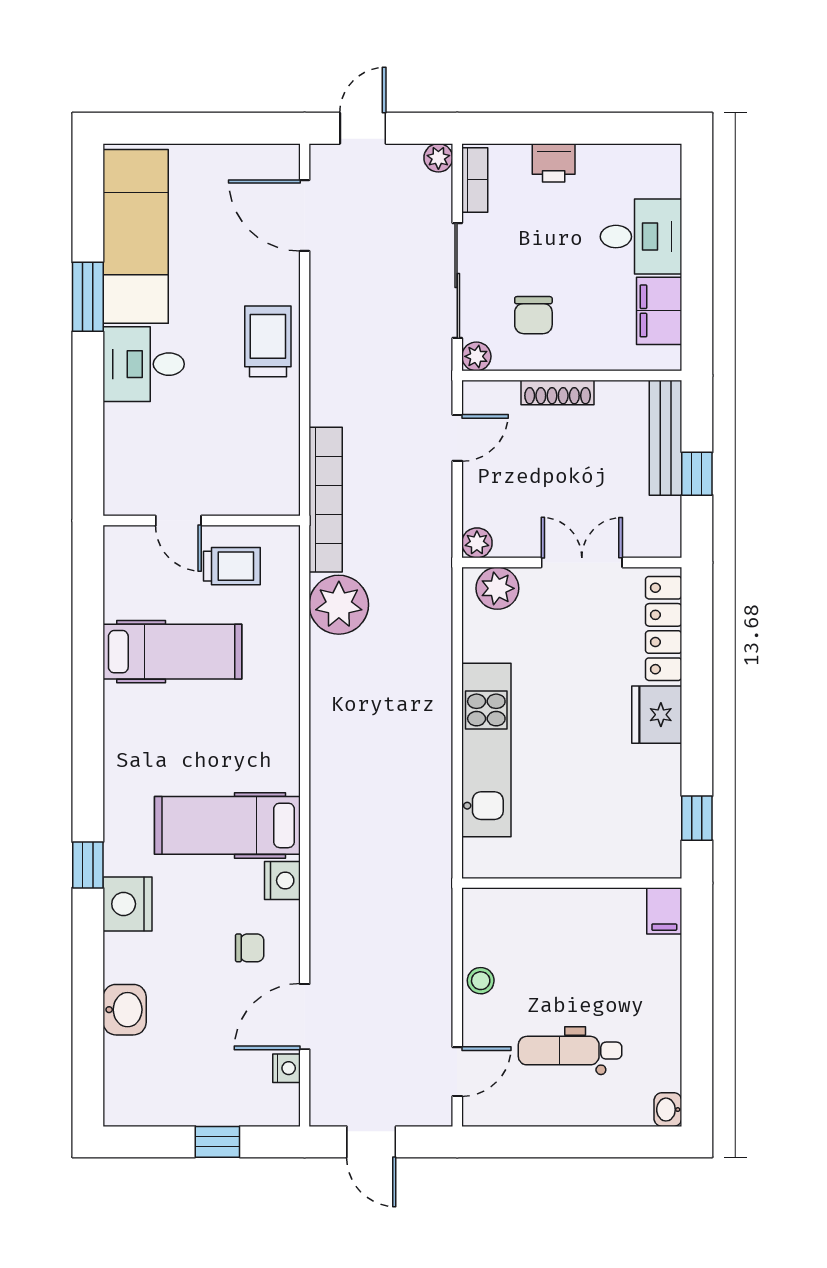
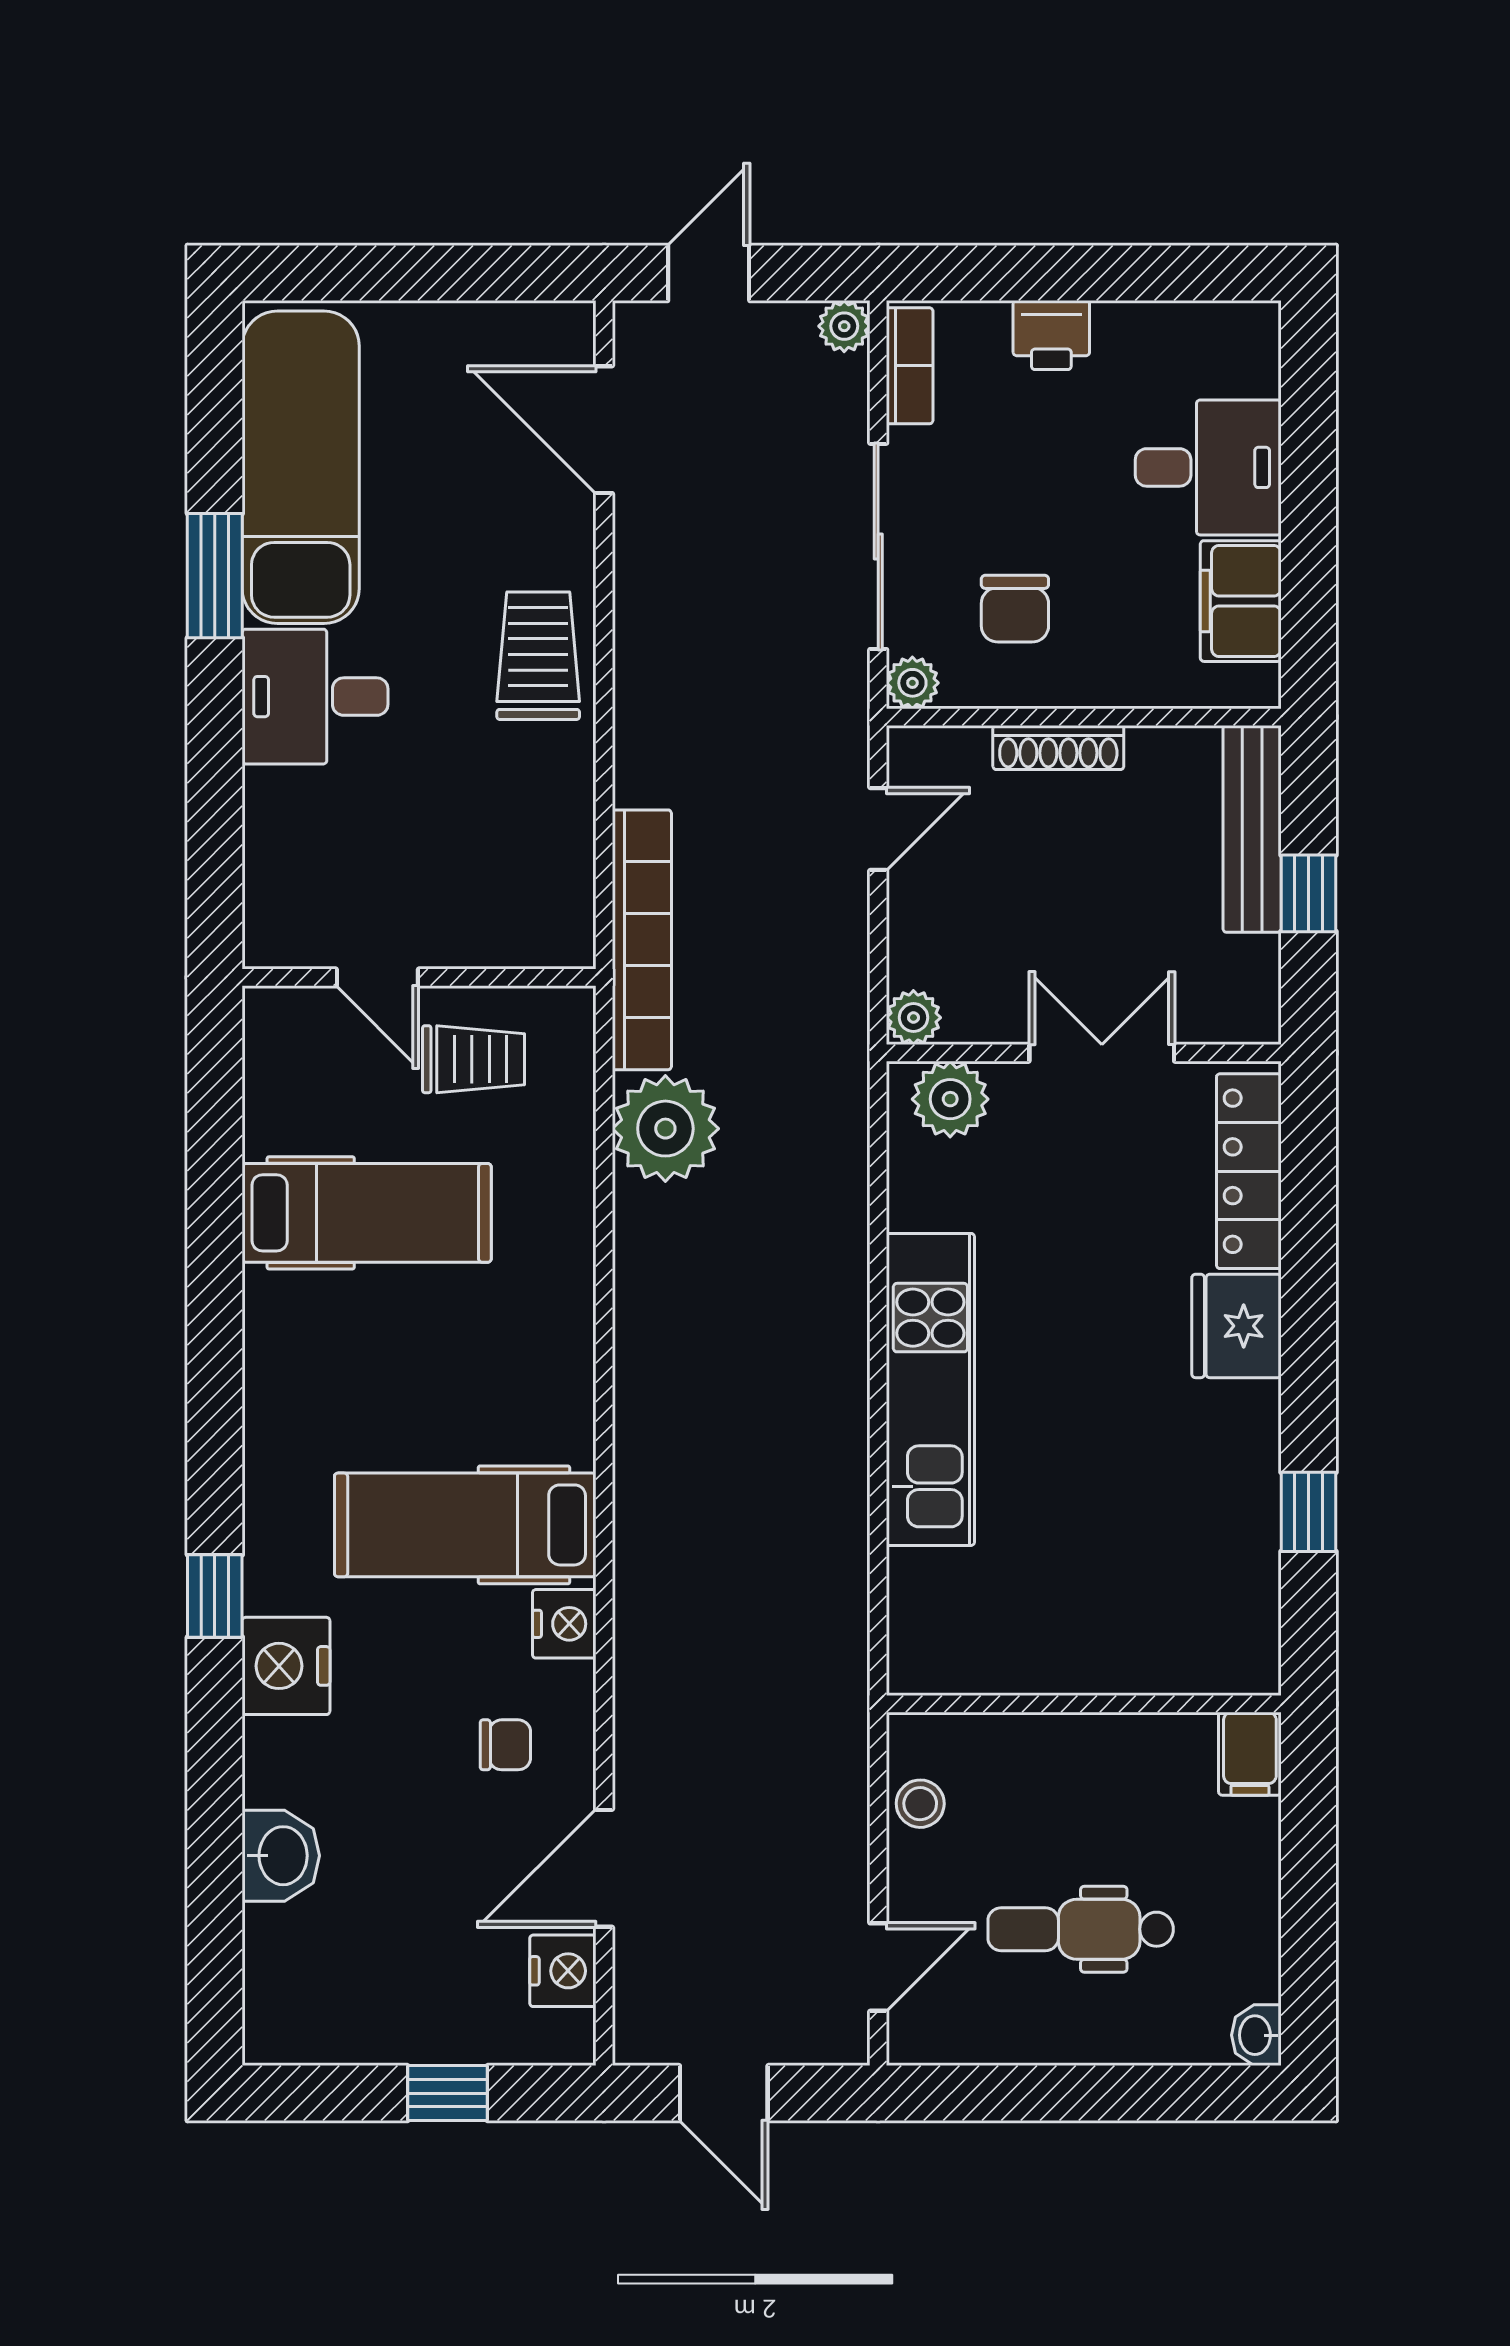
wall: (572, 883) -> (1084, 1704), moved
filing cabinet: (664, 911) -> (1250, 1754), moved
nightstand: (286, 1068) -> (563, 1971), width x1.39, depth x1.35

